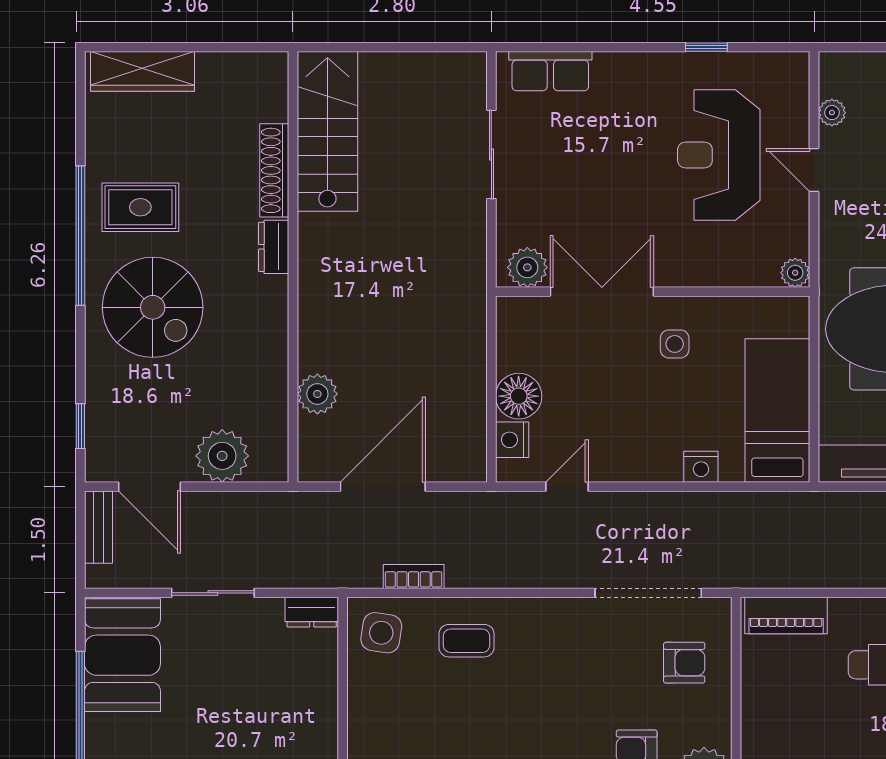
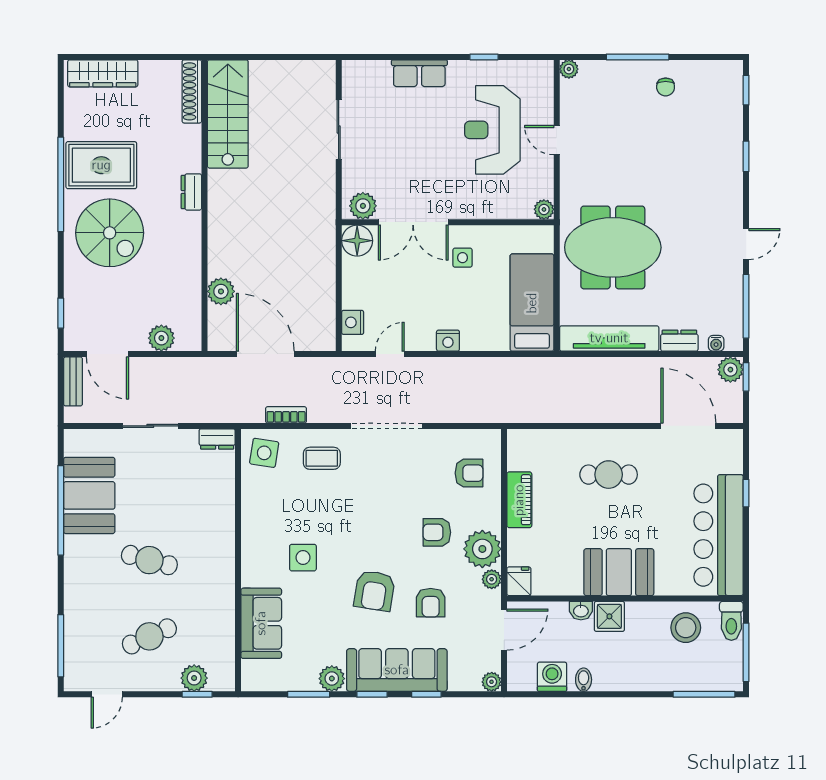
row of seats: (550, 71) -> (419, 73), moved
plant: (832, 113) -> (569, 69), moved
shoe rack: (274, 170) -> (192, 91), moved
rug: (140, 207) -> (101, 165), width x1.36, depth x1.43
double door: (602, 292) -> (413, 222), swing flipped
floor lamp: (519, 396) -> (357, 241), moved
plant: (222, 456) -> (161, 338), width x0.73, depth x0.73
nightstand: (701, 467) -> (448, 341), moved
door: (383, 487) -> (265, 354), hinge flipped
doorway: (648, 593) -> (386, 426), moved
piano: (786, 616) -> (519, 500), moved, turned -90
booth: (122, 655) -> (89, 495), moved

